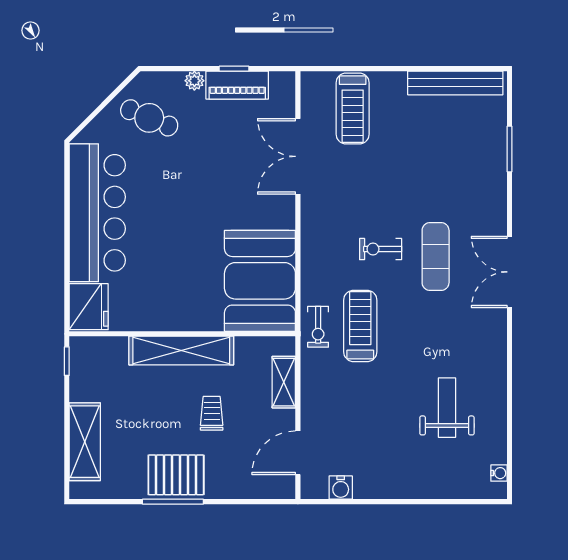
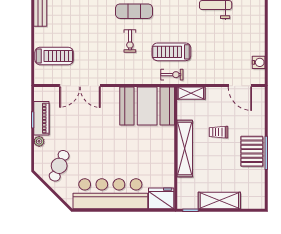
shelving: (284, 382) -> (191, 93), moved
shelving: (85, 442) -> (219, 201), moved

